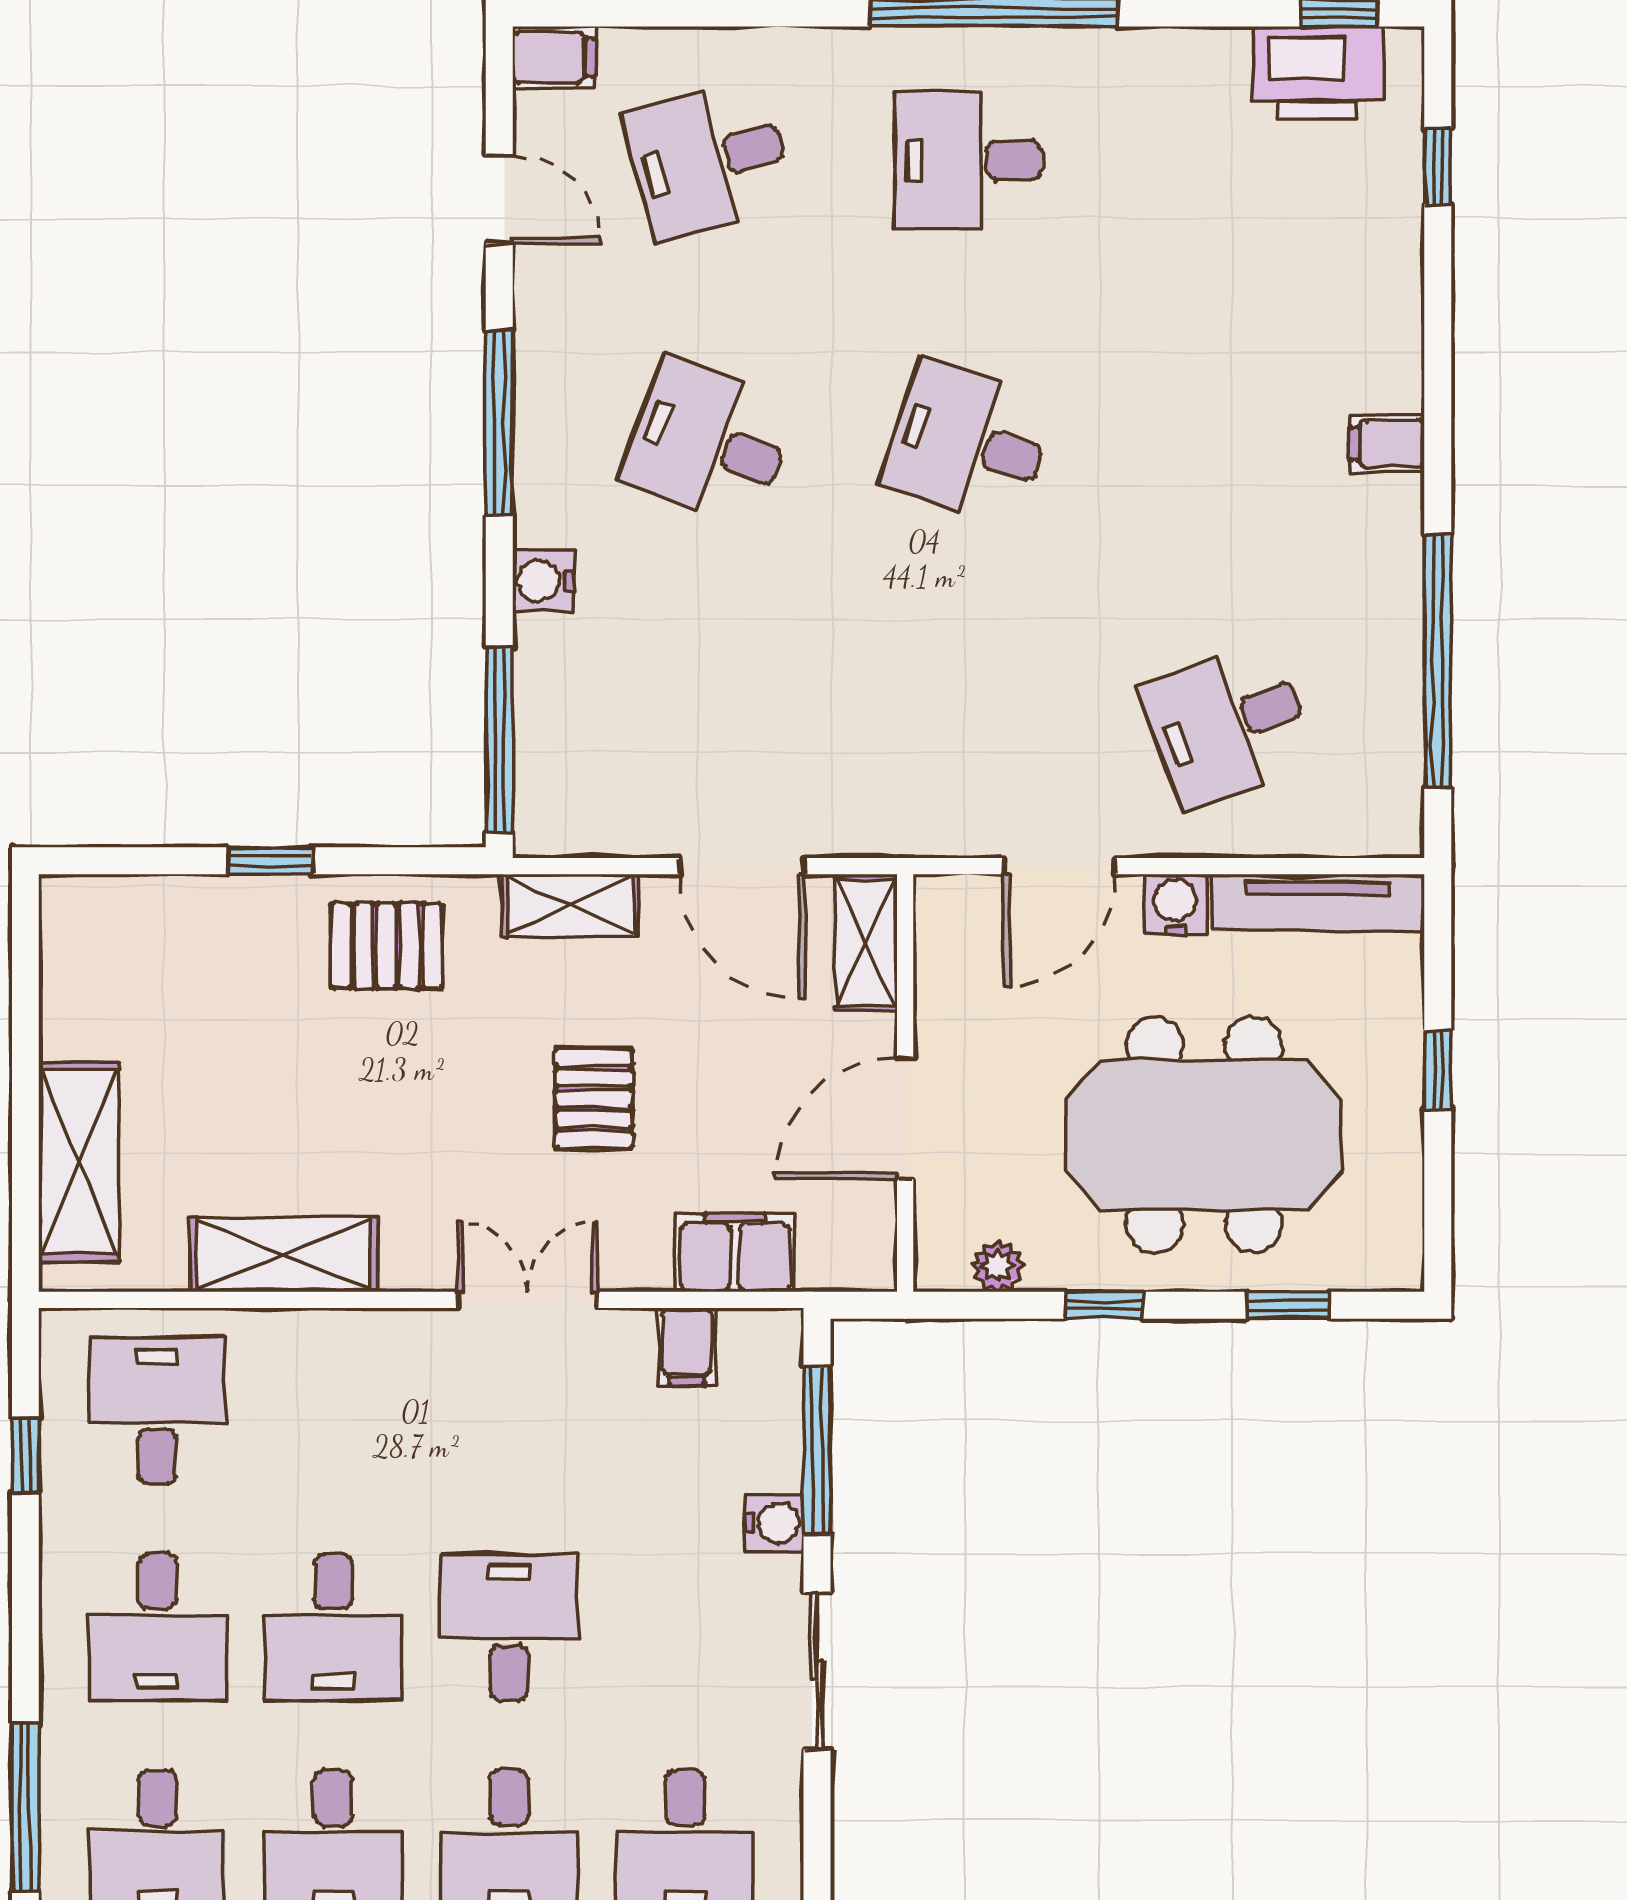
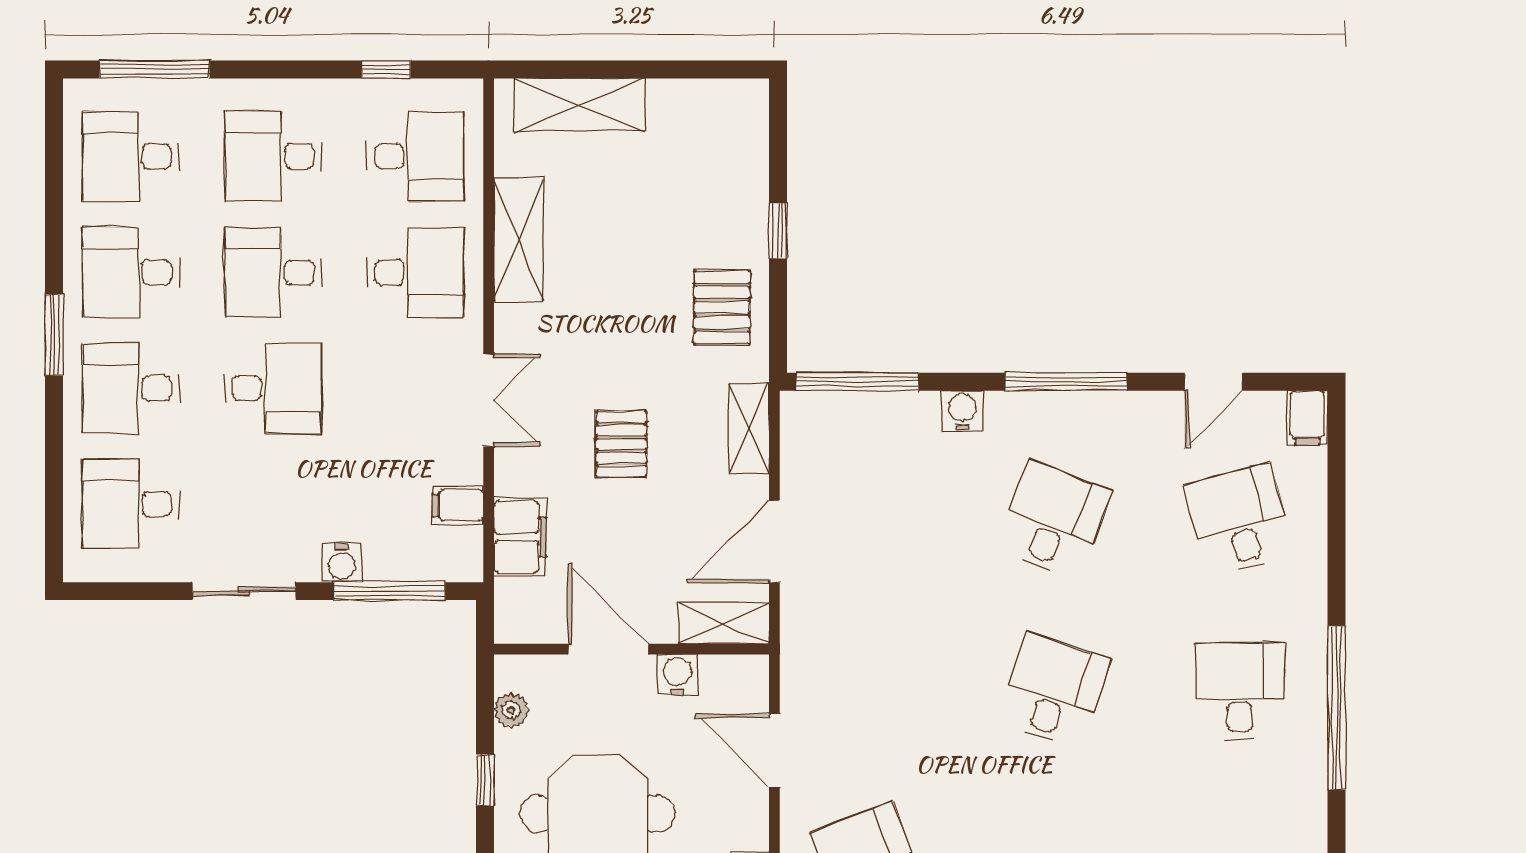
water cooler: (1175, 905) -> (677, 675), moved, turned -90
pallet: (594, 1098) -> (621, 444), turned 90
desk: (333, 1411) -> (415, 272), added

